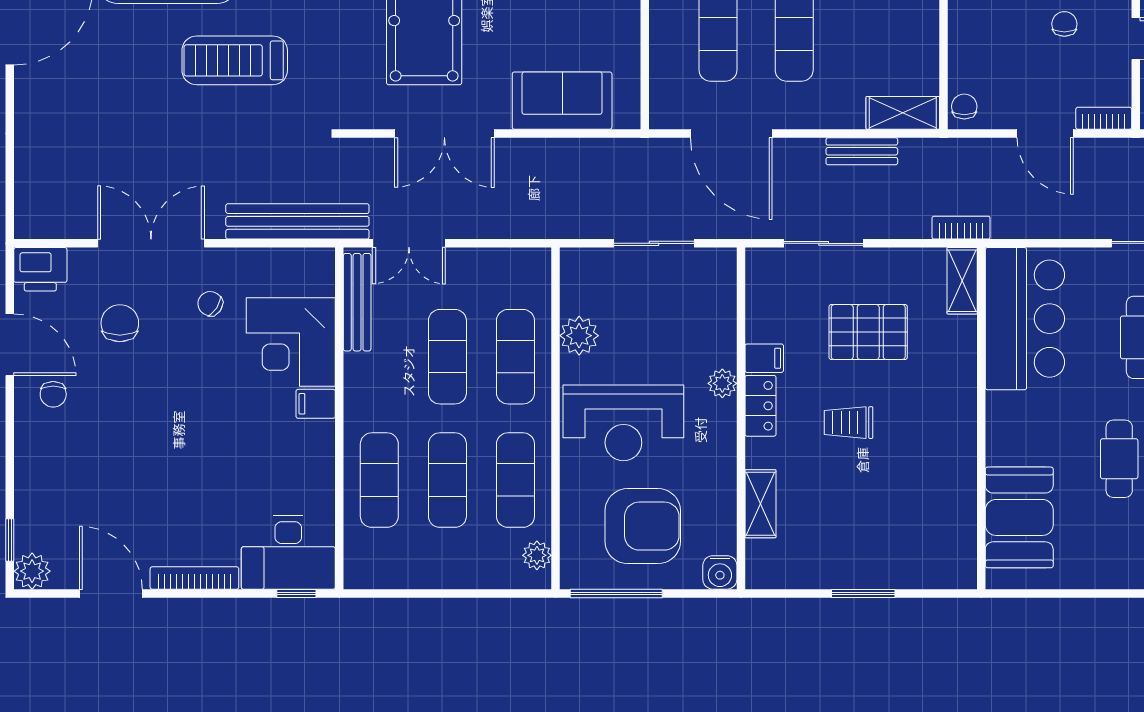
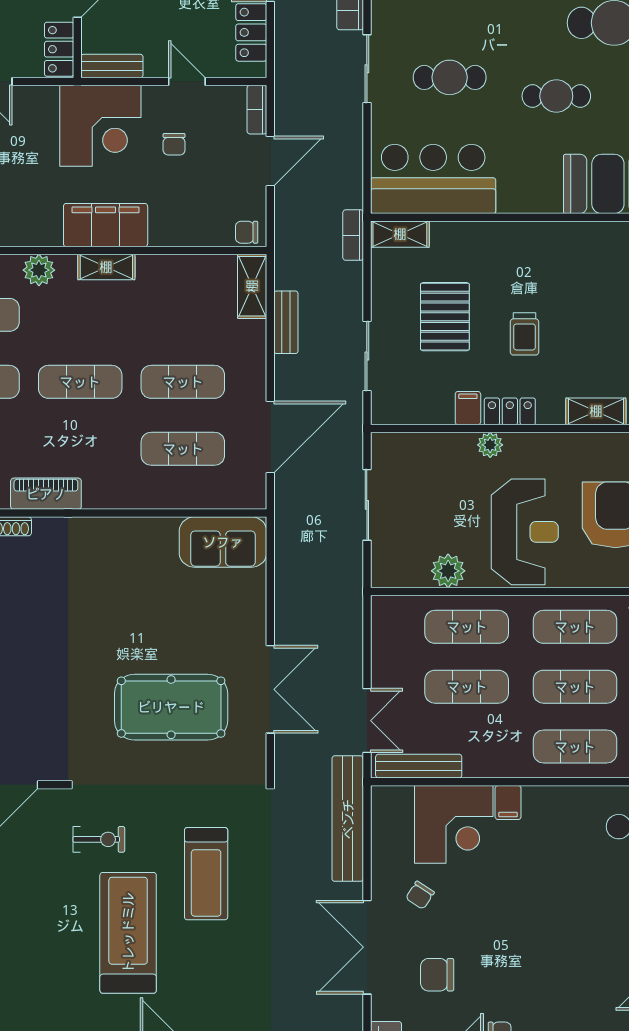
chair: (1064, 24) -> (174, 144), turned -90
sofa: (562, 101) -> (223, 542), moved, turned -90

